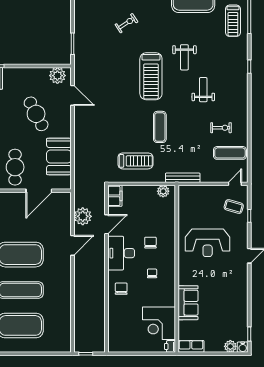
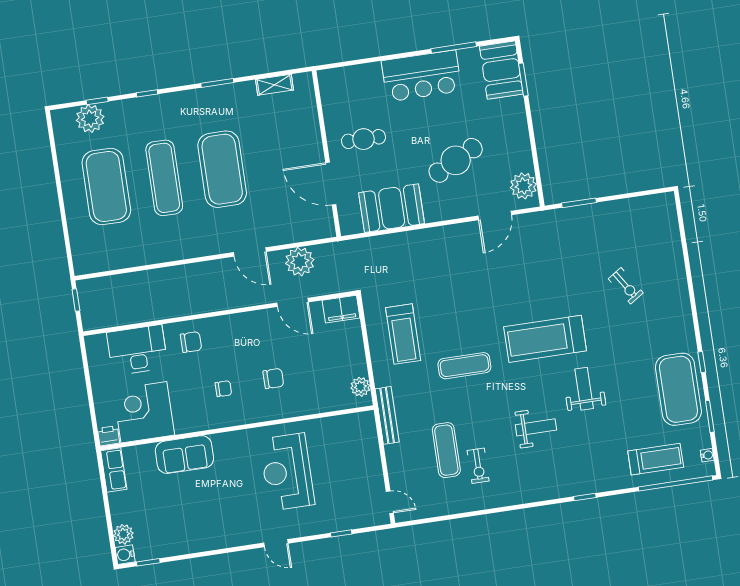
treadmill: (233, 21) -> (656, 459), turned 180
weight bench: (184, 57) -> (584, 389), turned 90
exercise mat: (230, 153) -> (446, 450), moved
cafe table: (15, 167) -> (364, 139), width x0.73, depth x0.74
coffee table: (234, 207) -> (353, 506), removed
desk: (121, 253) -> (137, 350), moved

